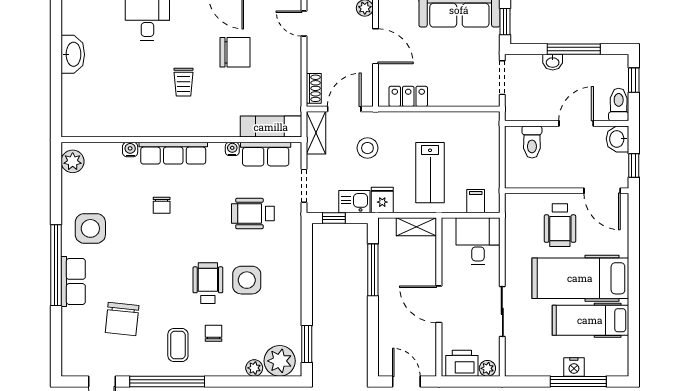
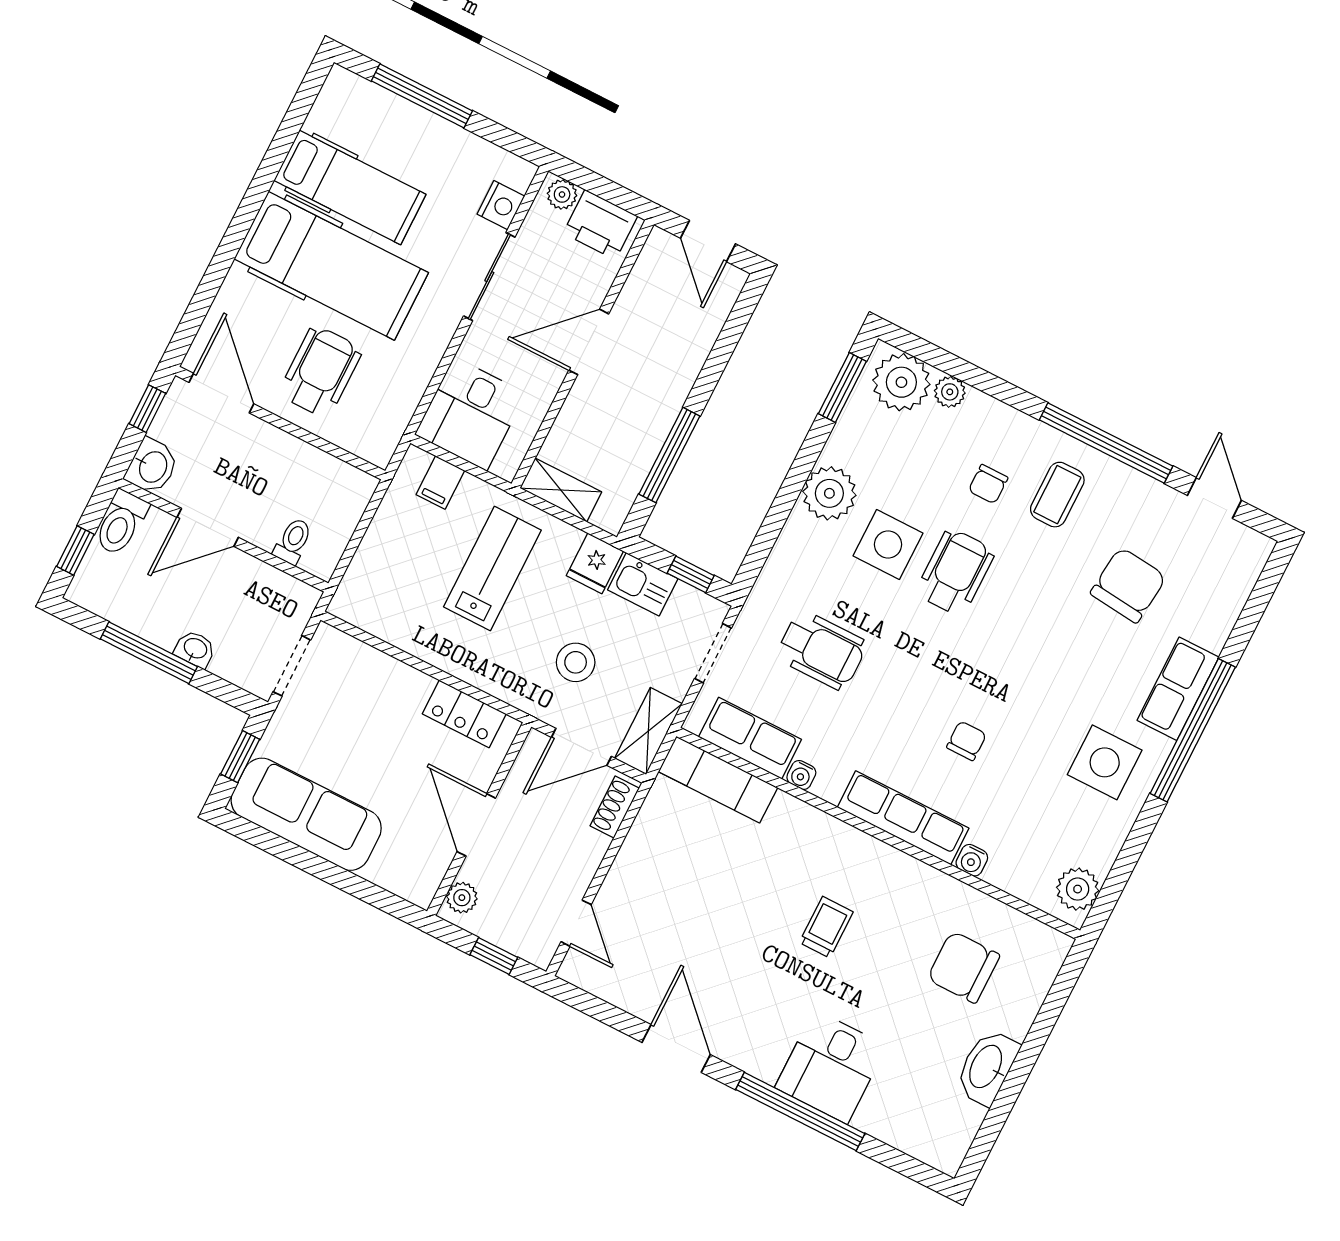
chair: (235, 52) -> (963, 967), moved
toilet: (532, 142) -> (293, 541), width x0.73, depth x0.72
wheelchair: (208, 283) -> (955, 572), turned 180
plant: (287, 290) -> (829, 493), added
door: (439, 304) -> (589, 342), swing flipped
nightstand: (574, 367) -> (501, 205), moved, turned 90

